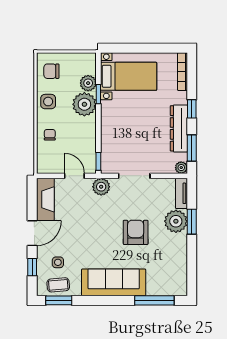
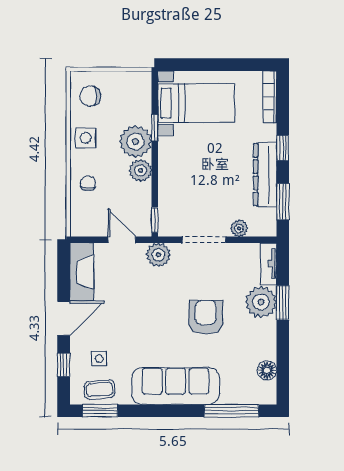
plant: (88, 83) -> (141, 171), moved
plant: (181, 168) -> (239, 228), moved
floor lamp: (180, 271) -> (267, 370), added

